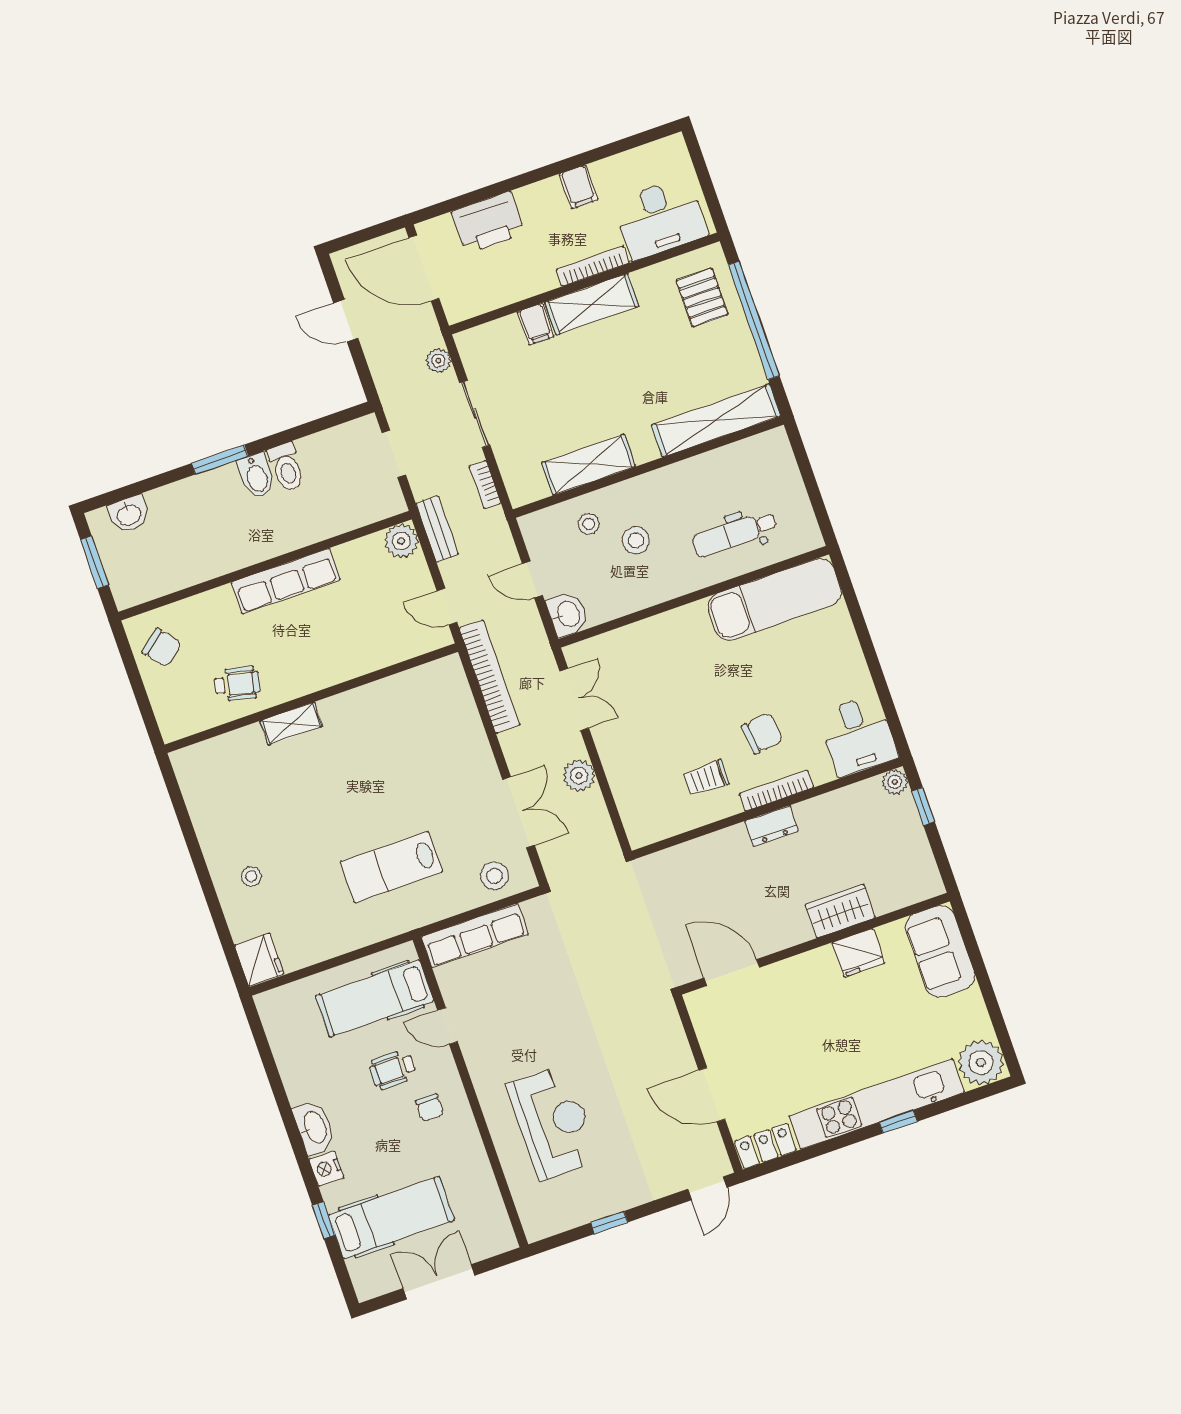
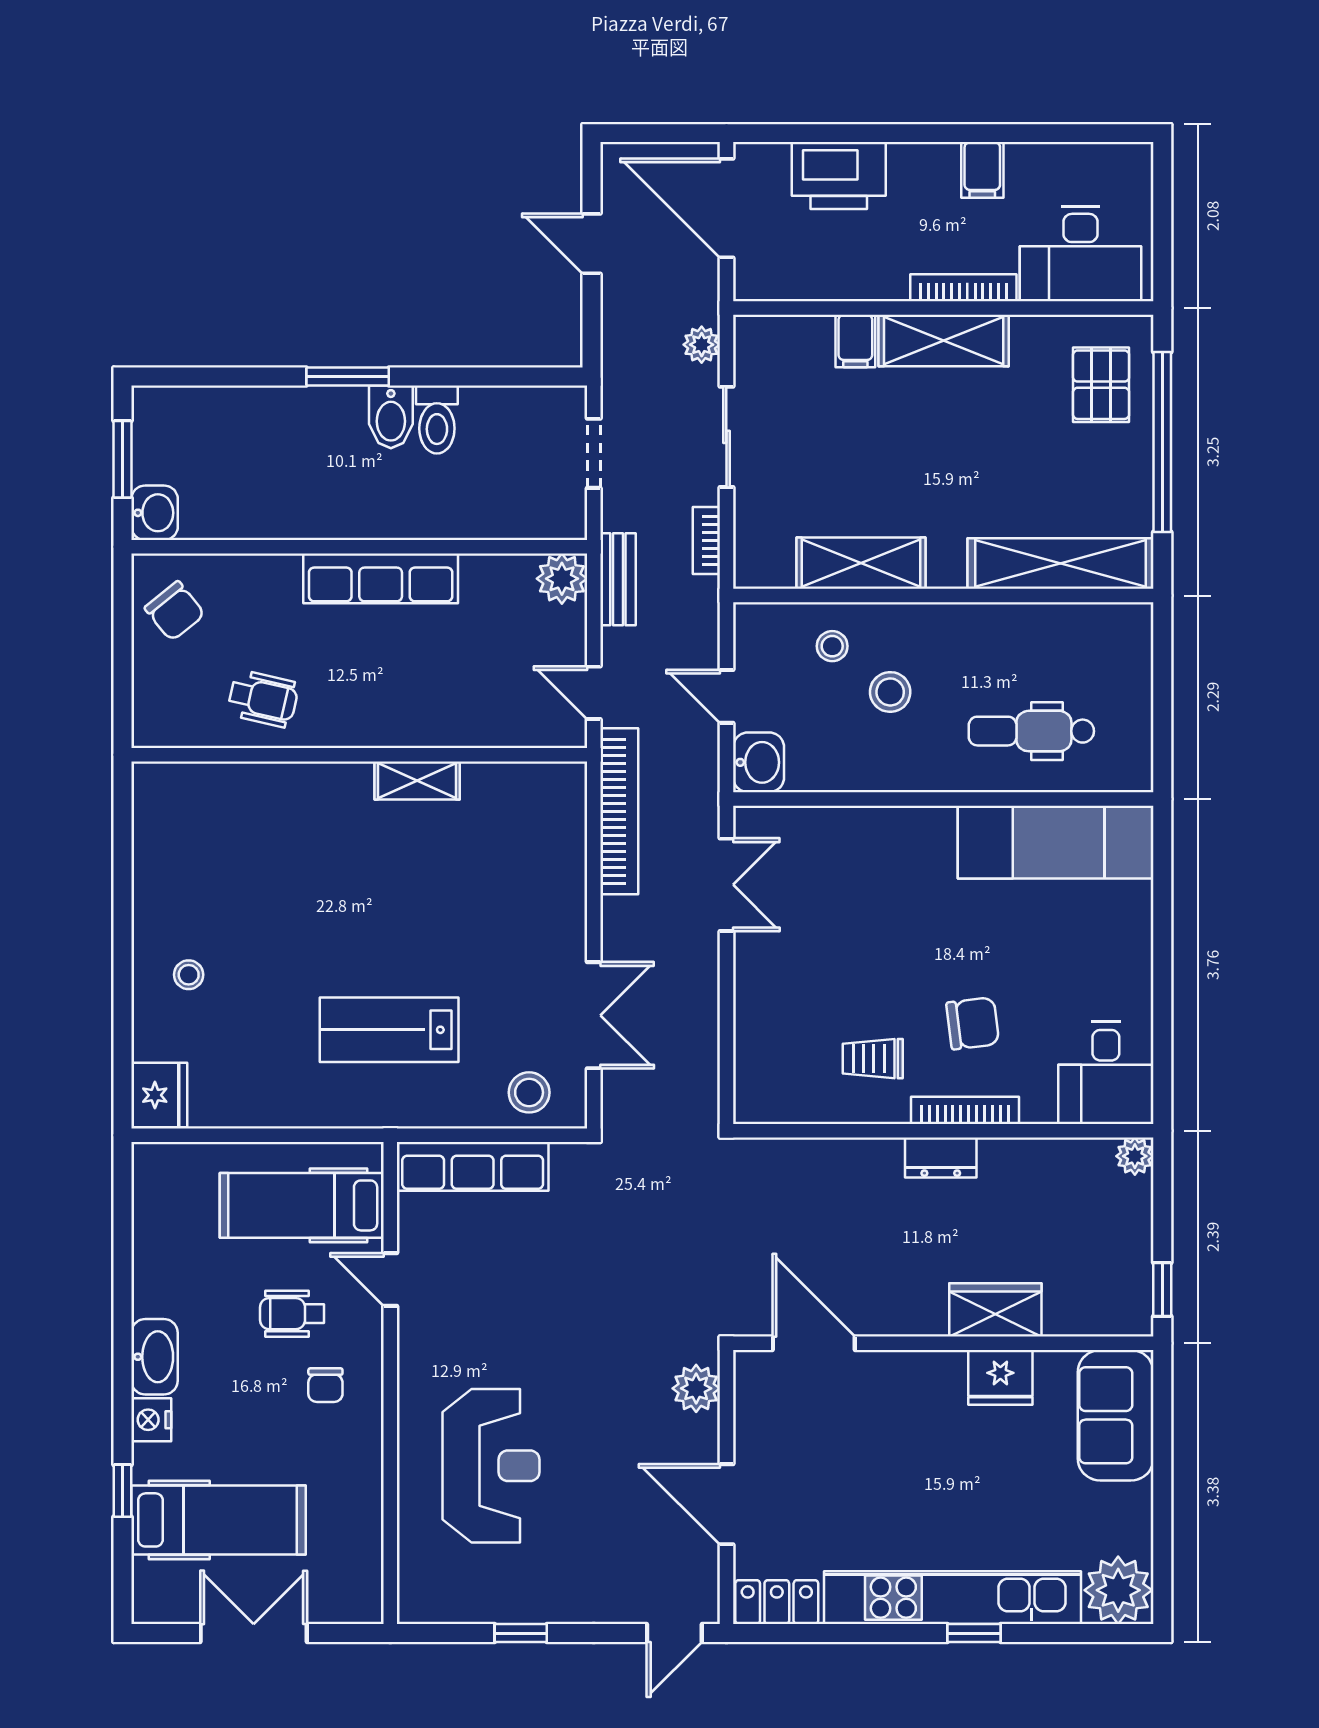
washbasin: (129, 514) -> (155, 513), moved, turned -90
shelving: (291, 724) -> (417, 781), moved
plant: (579, 775) -> (696, 1388), moved
window: (923, 806) -> (1162, 1290), moved

